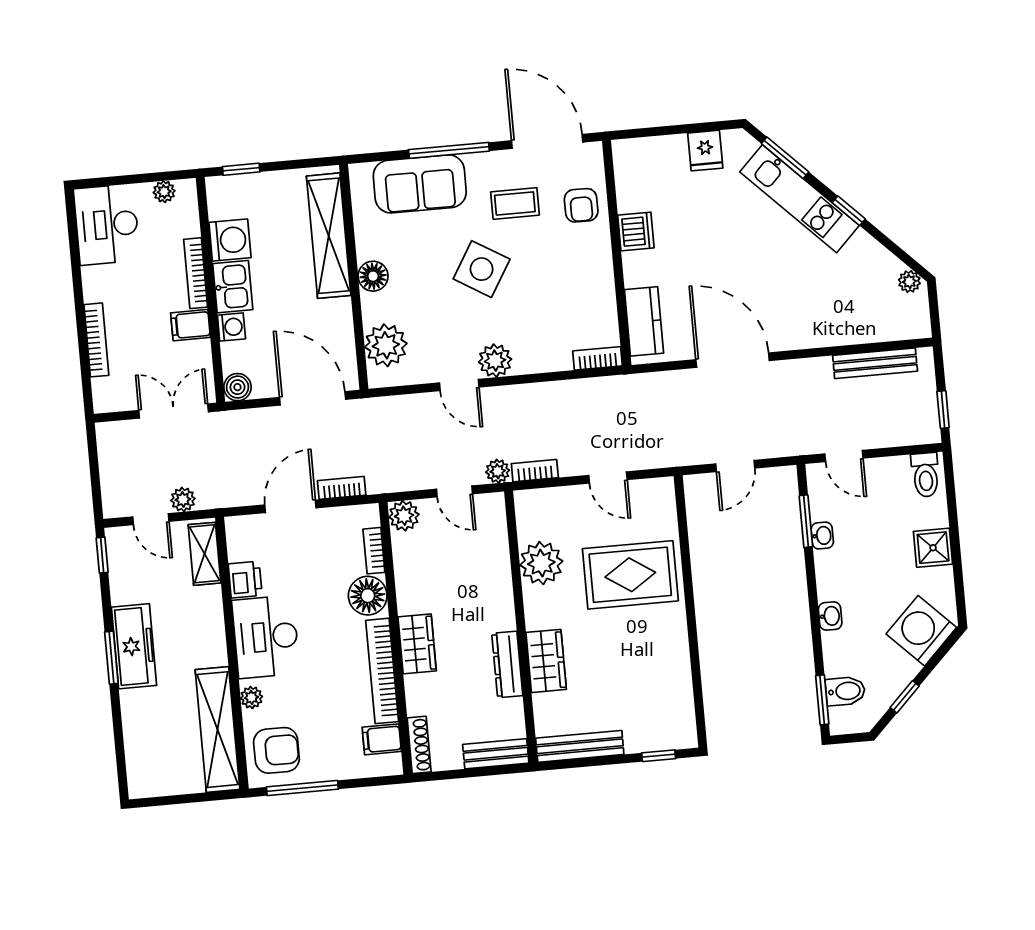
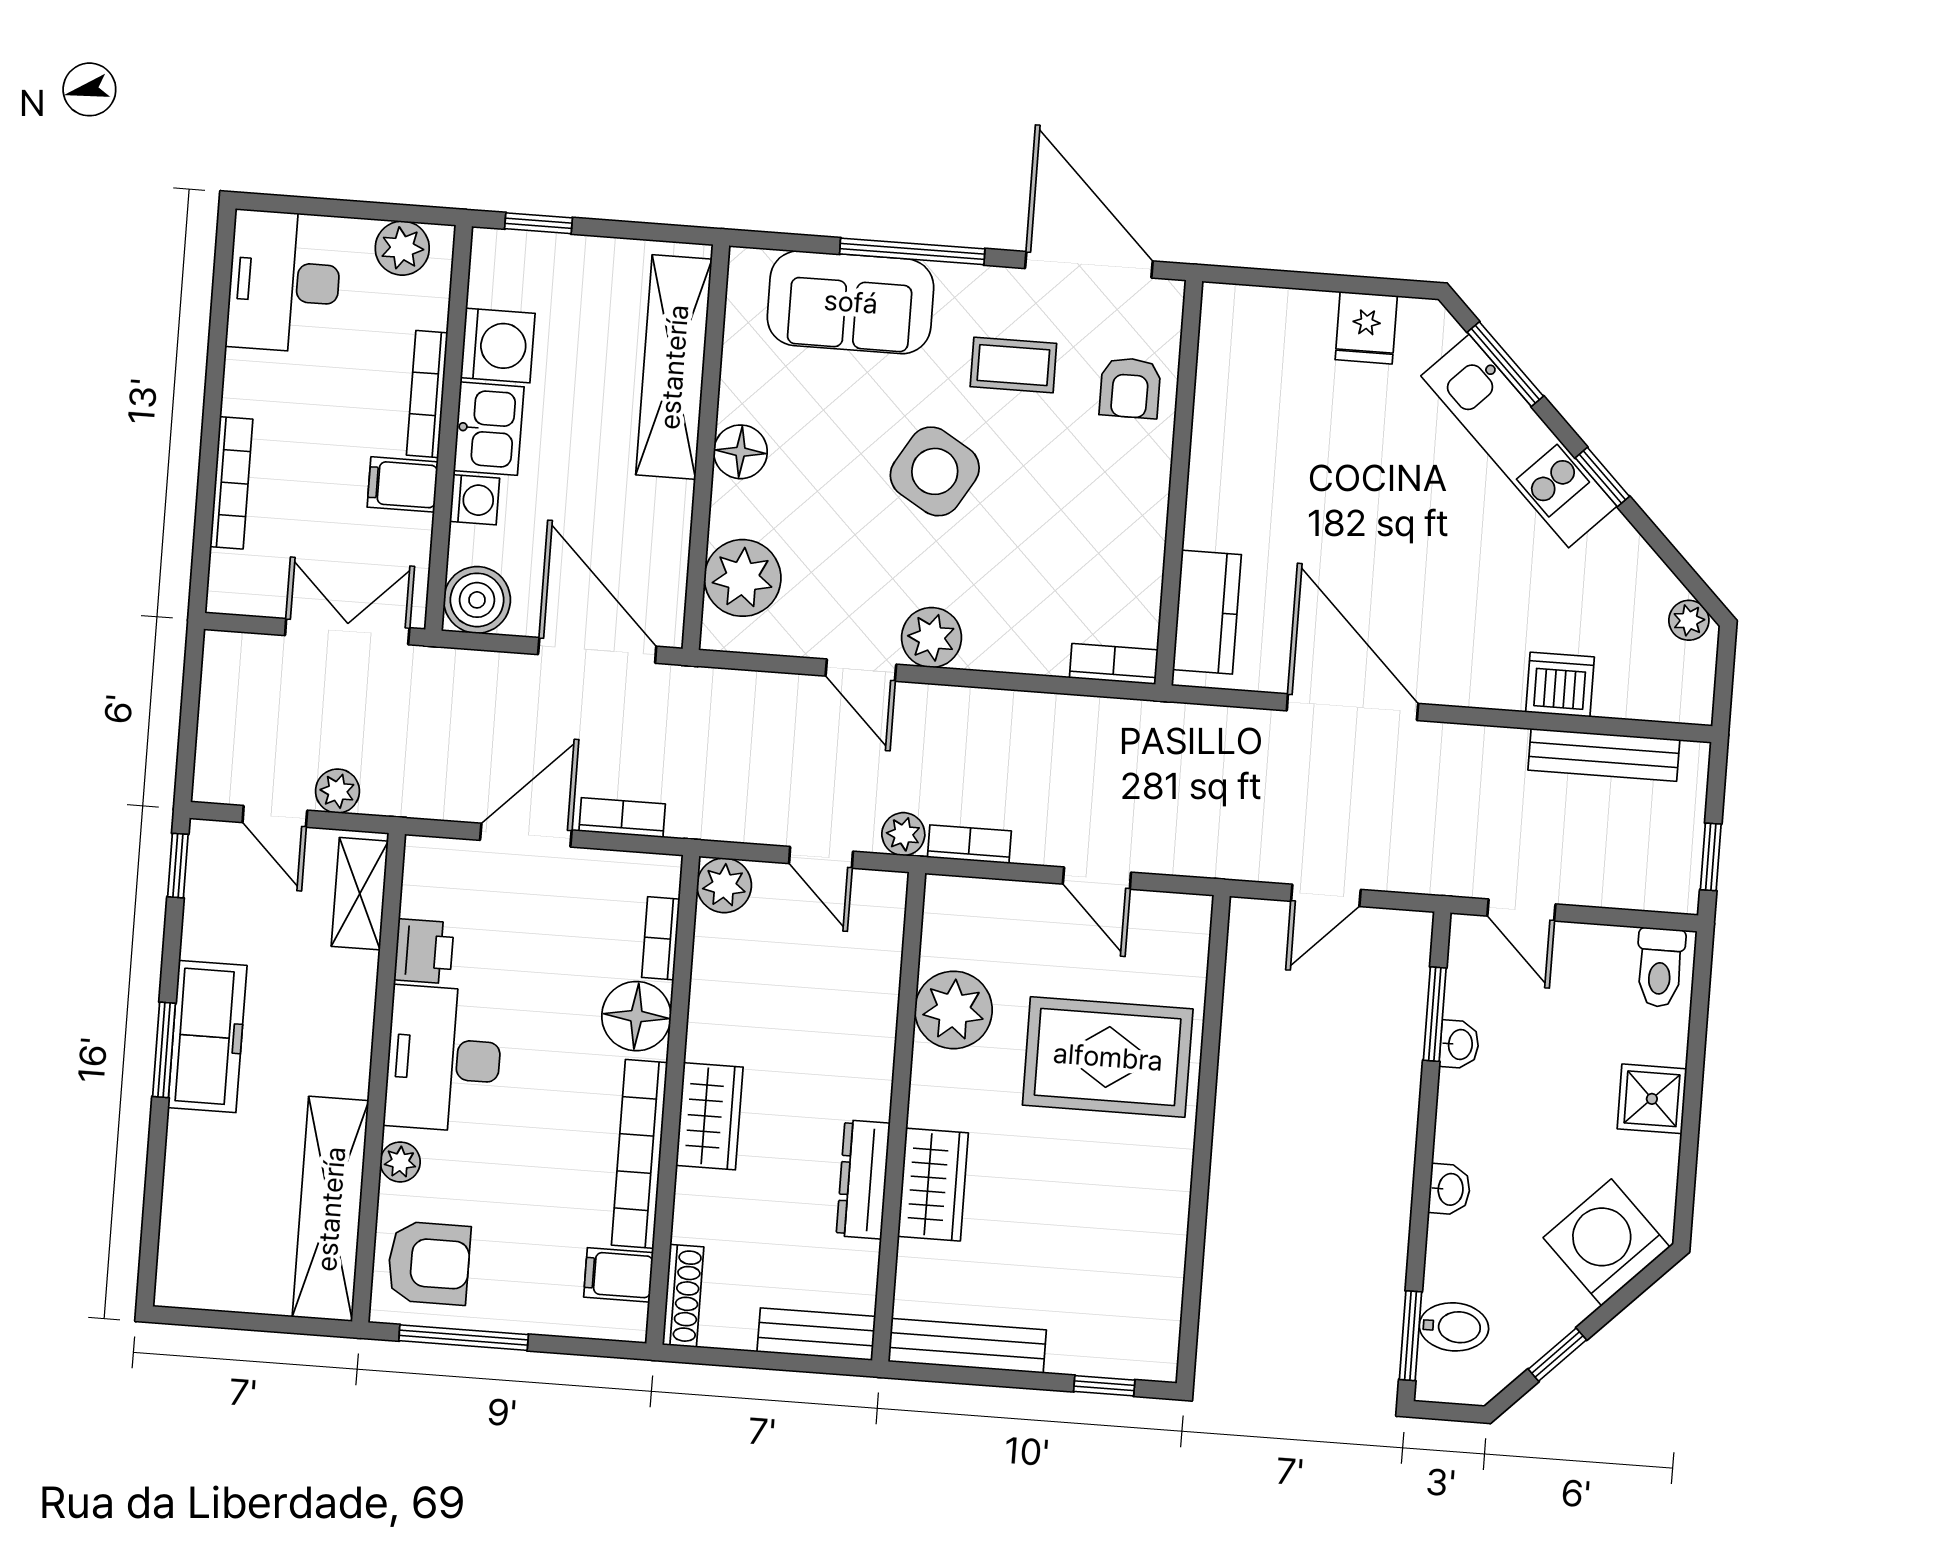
plant: (164, 192) -> (402, 248), width x1.38, depth x1.38
dishwasher: (636, 231) -> (1560, 685), moved, turned -90
boiler: (237, 387) -> (477, 600), width x1.36, depth x1.36

